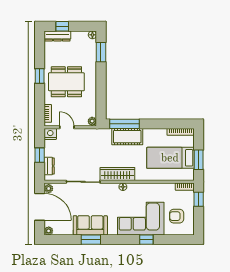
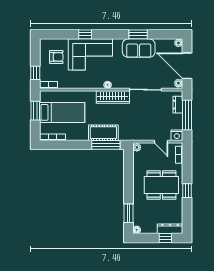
window: (40, 155) -> (187, 115), width x2.17

